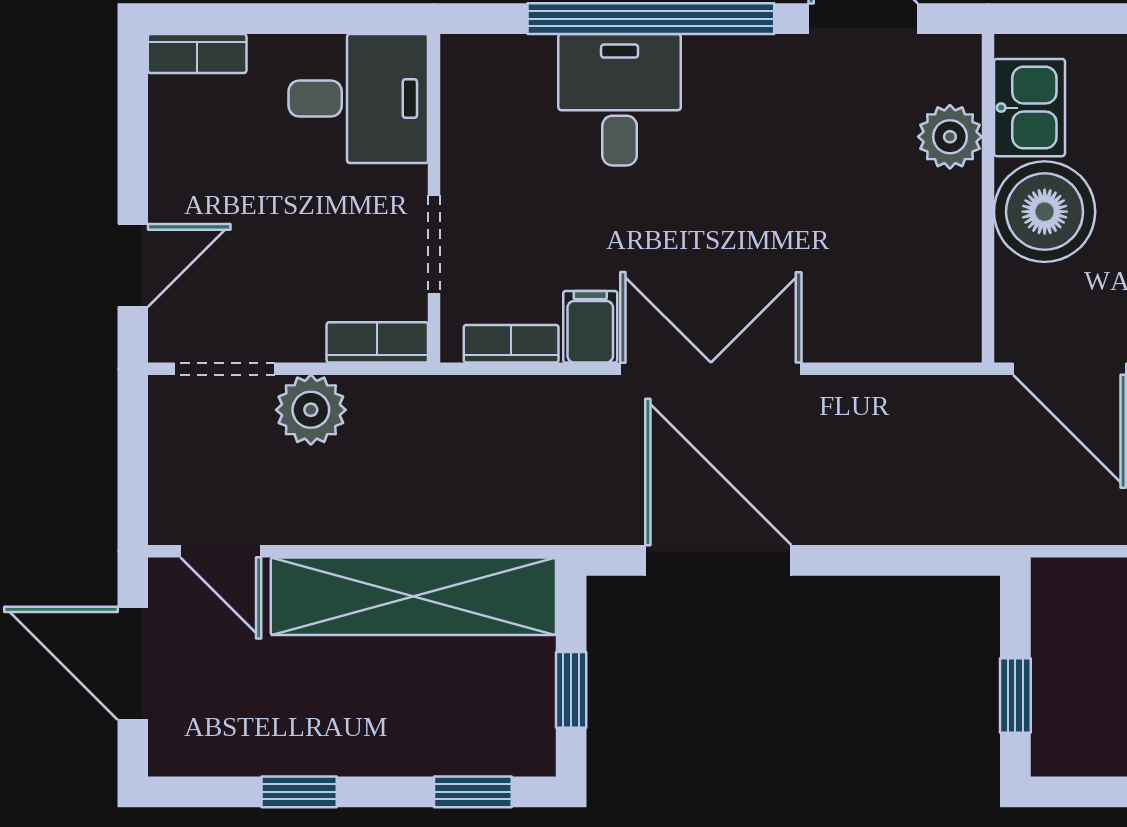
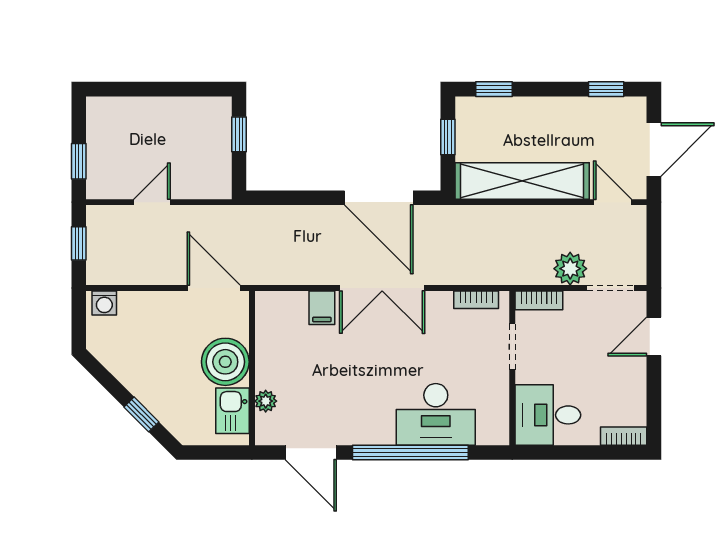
desk: (620, 100) -> (436, 414), width x1.37
plant: (950, 137) -> (266, 401), width x0.73, depth x0.73
filing cabinet: (590, 327) -> (322, 308), moved
door: (133, 663) -> (654, 150), hinge flipped
window: (299, 792) -> (606, 89), moved

